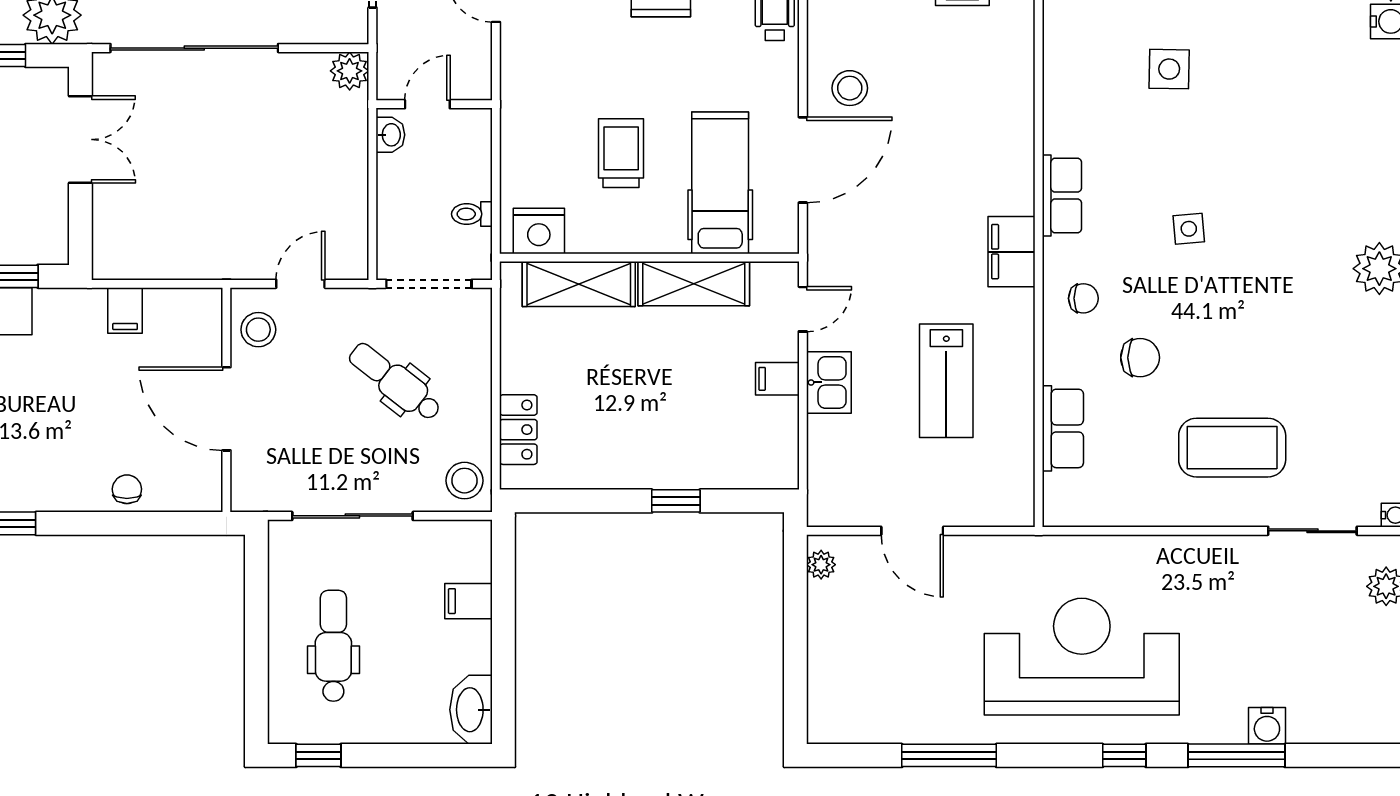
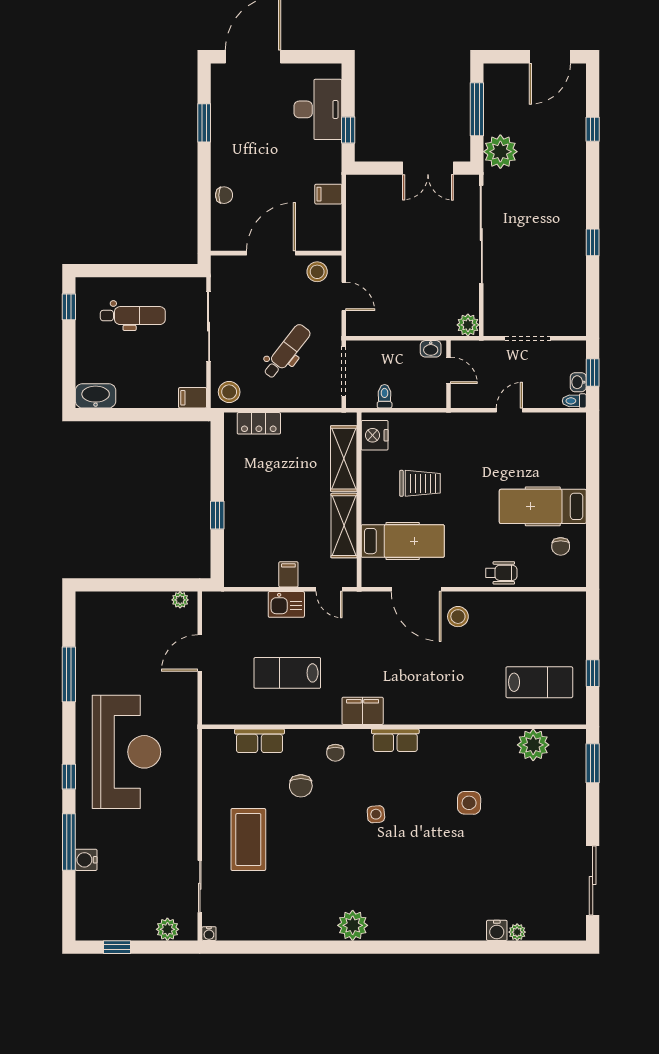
filing cabinet: (469, 601) -> (193, 398), moved, turned -90

